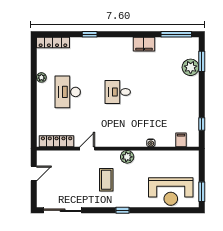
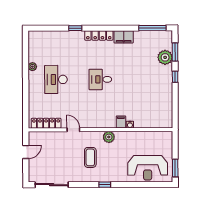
locker: (53, 43) -> (99, 35), moved
window: (202, 124) -> (175, 77), moved
filing cabinet: (181, 140) -> (121, 122), moved
door: (87, 149) -> (73, 130), hinge flipped

